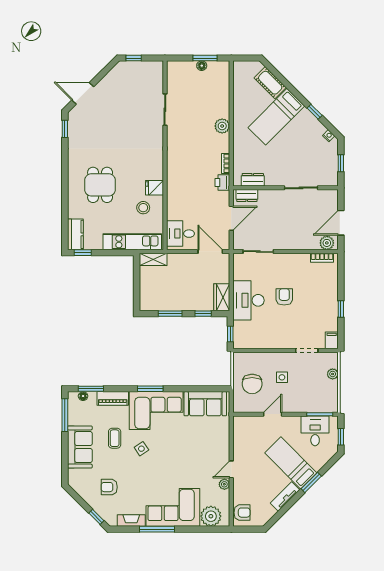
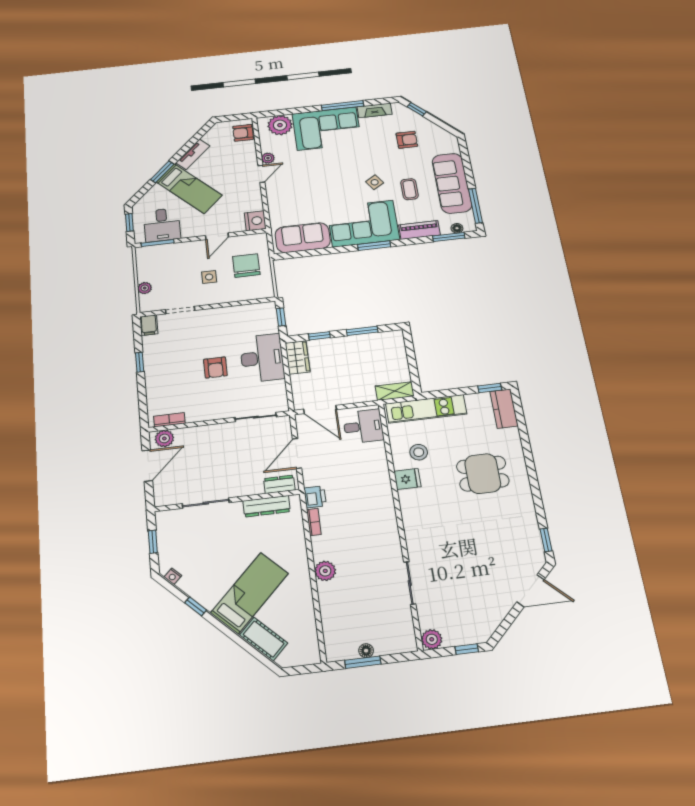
plant: (156, 68) -> (432, 639), added
dresser: (253, 180) -> (267, 506), width x1.44
dining table: (100, 185) -> (483, 474), turned 90
nightstand: (241, 425) -> (255, 221), added
sofa: (80, 447) -> (452, 183), width x1.36

